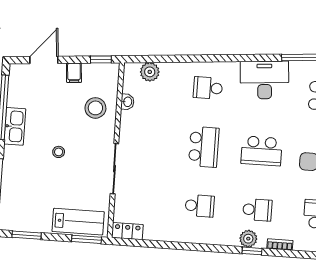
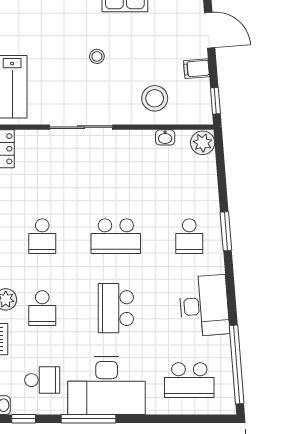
window: (206, 58) -> (226, 231), added
plant: (150, 72) -> (203, 143), moved
school desk: (208, 88) -> (189, 236), turned 180

